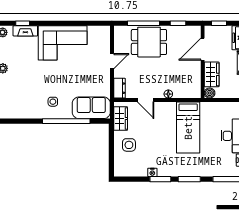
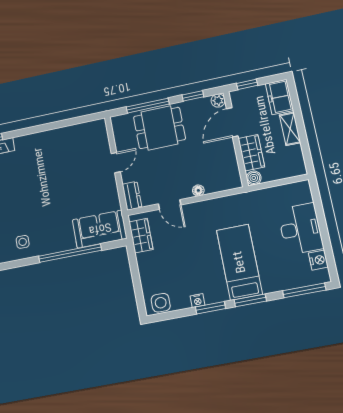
plant: (196, 31) -> (218, 101), added
corner sofa: (63, 43) -> (48, 153), removed
side table: (53, 102) -> (23, 242), moved
bed: (188, 128) -> (239, 262), moved, turned 180
side table: (129, 145) -> (161, 303), moved

